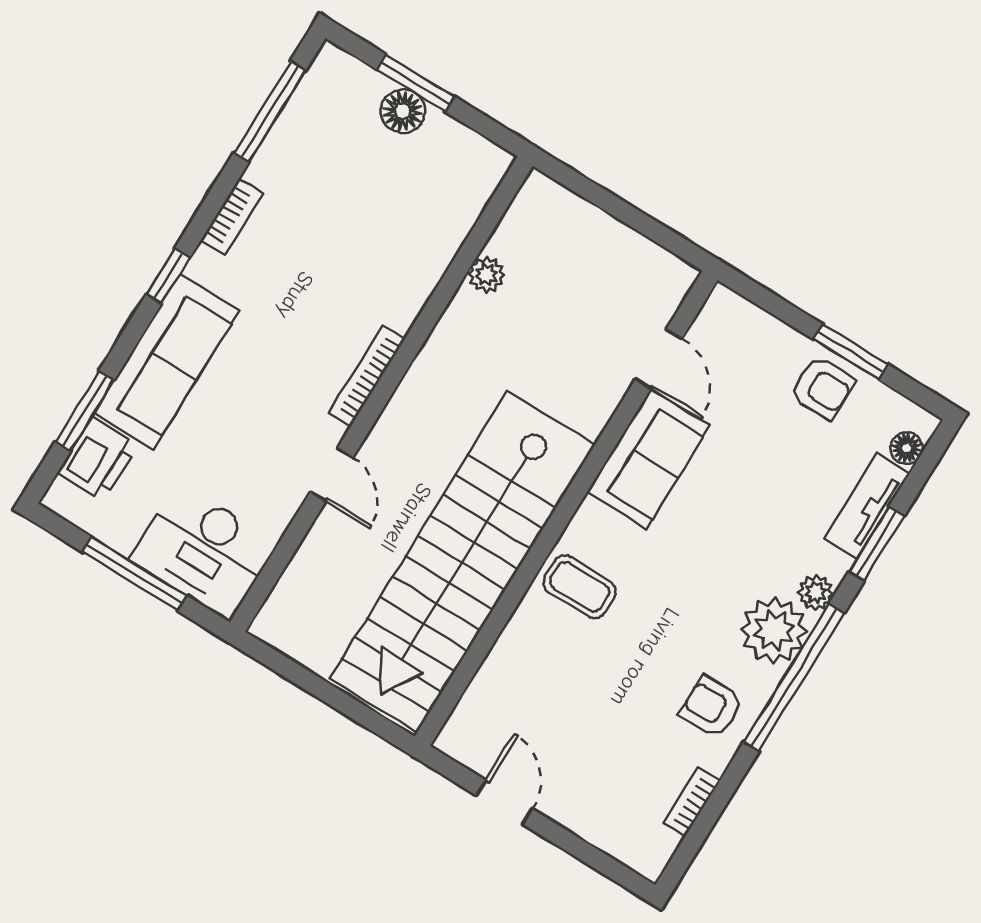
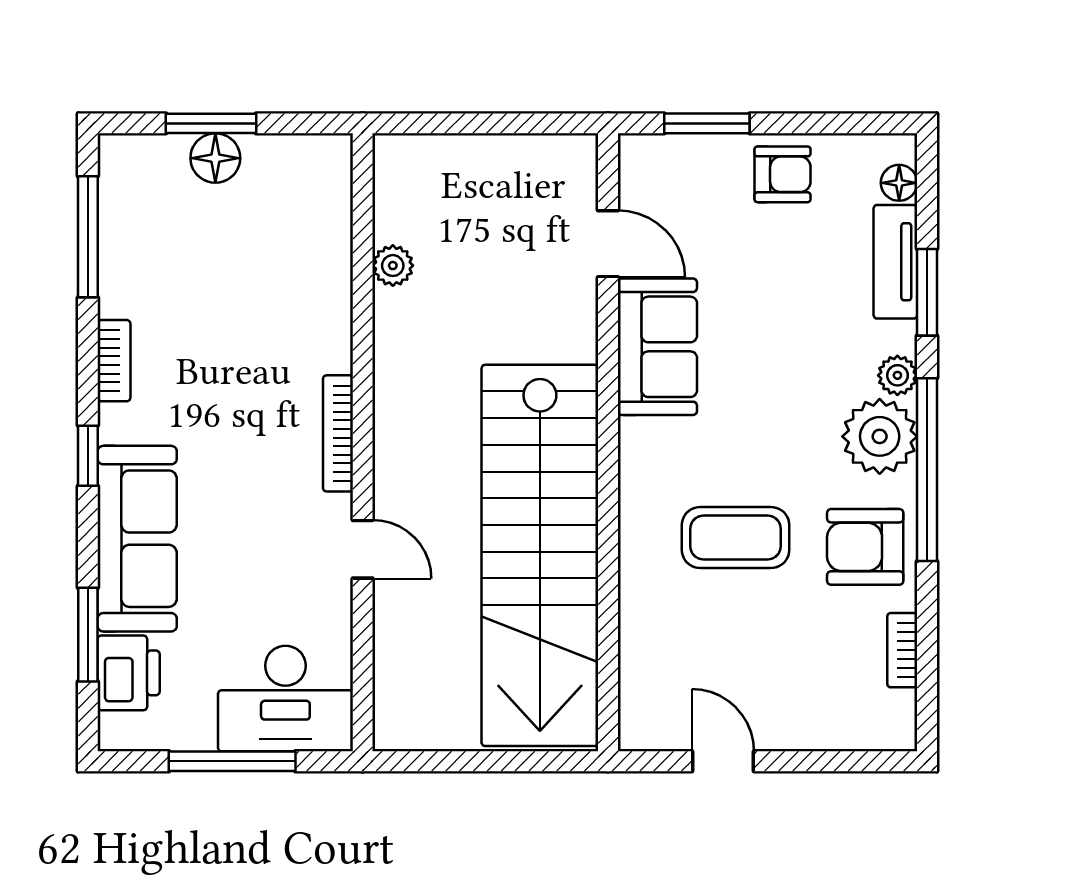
window: (850, 352) -> (707, 123), moved
coffee table: (580, 587) -> (736, 538), moved, width x1.36, depth x1.30
armchair: (712, 707) -> (865, 547), width x1.38, depth x1.38

